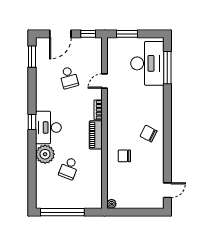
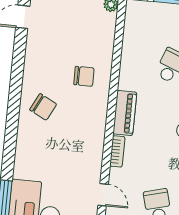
door: (104, 81) -> (103, 195), hinge flipped

